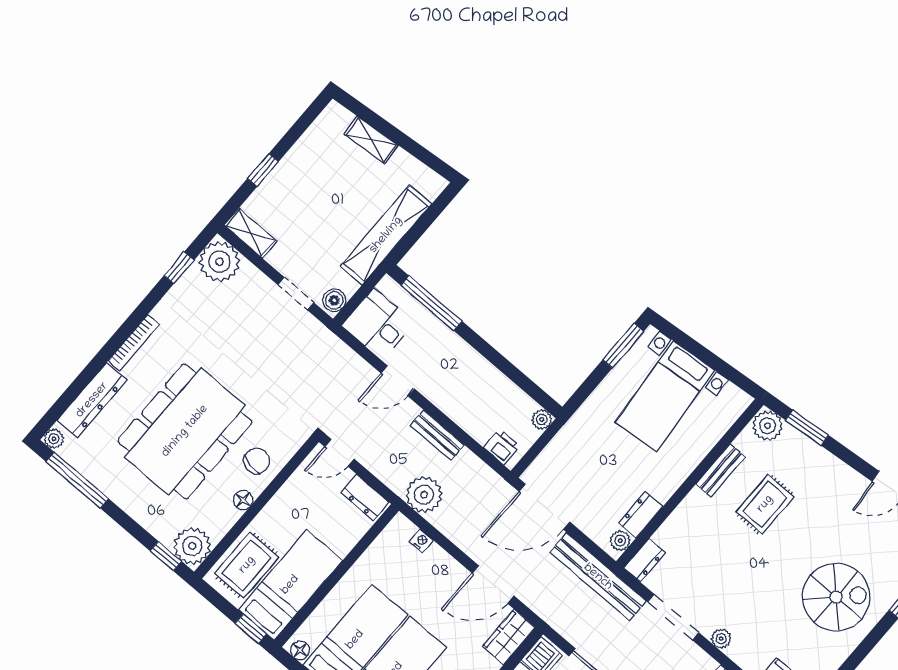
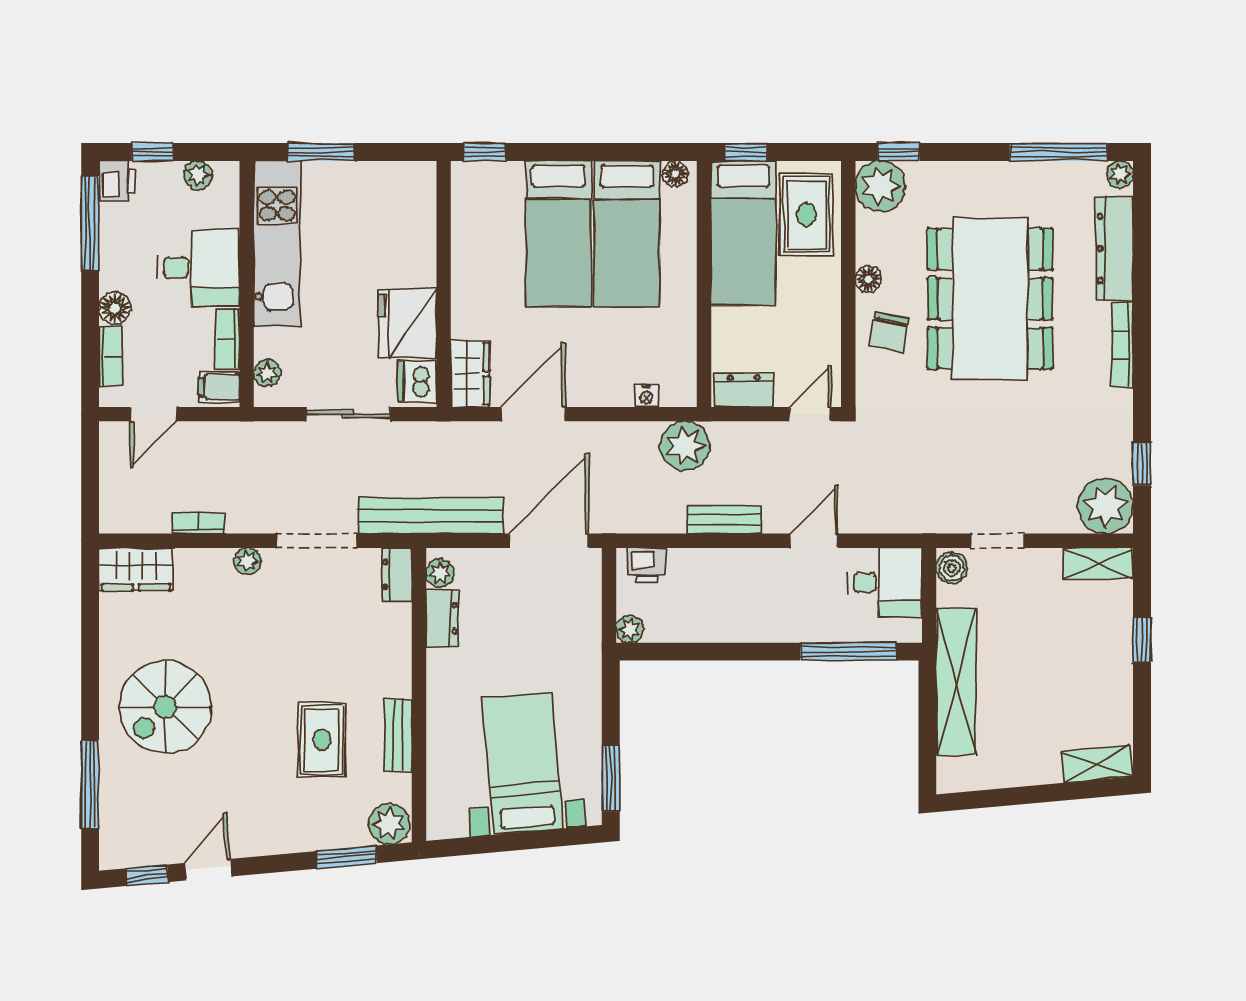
shelving: (371, 140) -> (1097, 764), moved

